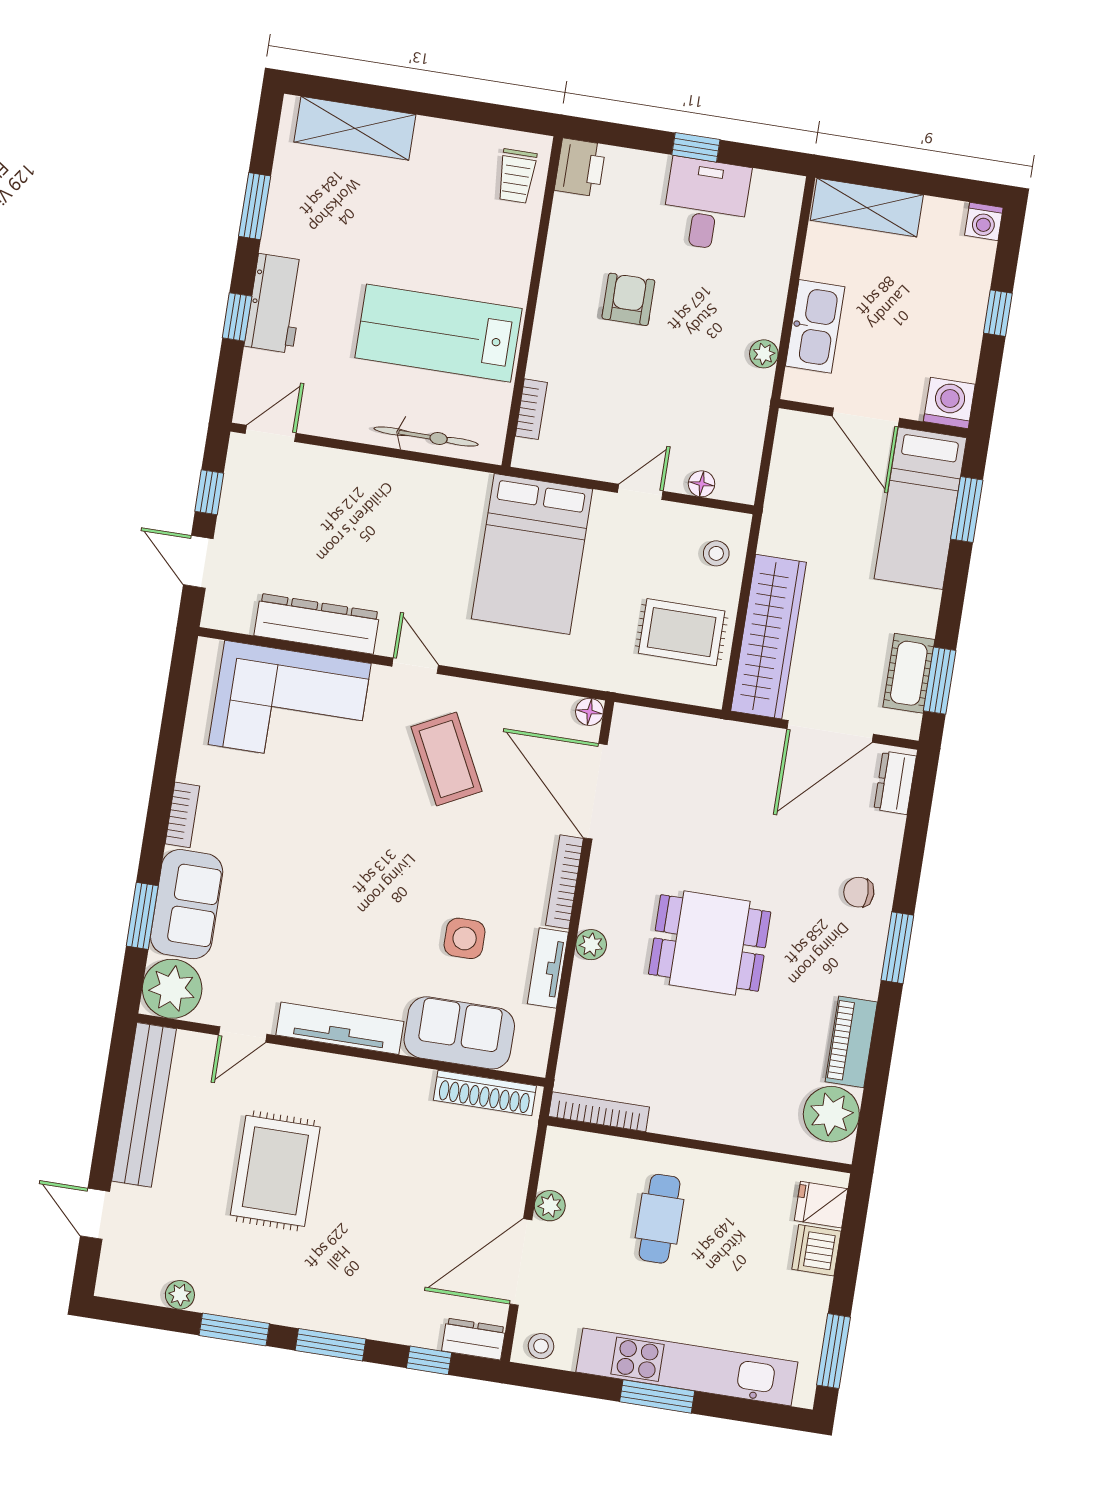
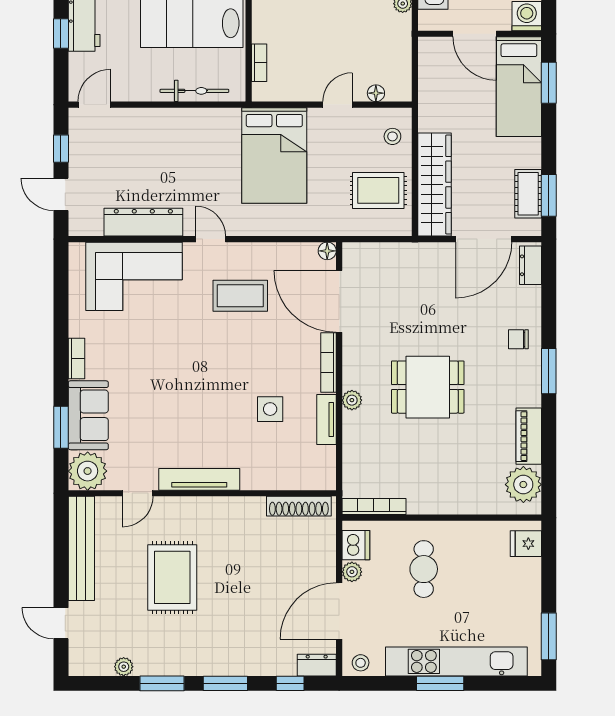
coffee table: (446, 759) -> (240, 296), turned -63
sofa: (459, 1033) -> (276, 470), removed
dishwasher: (816, 1250) -> (356, 545), moved, turned 180

